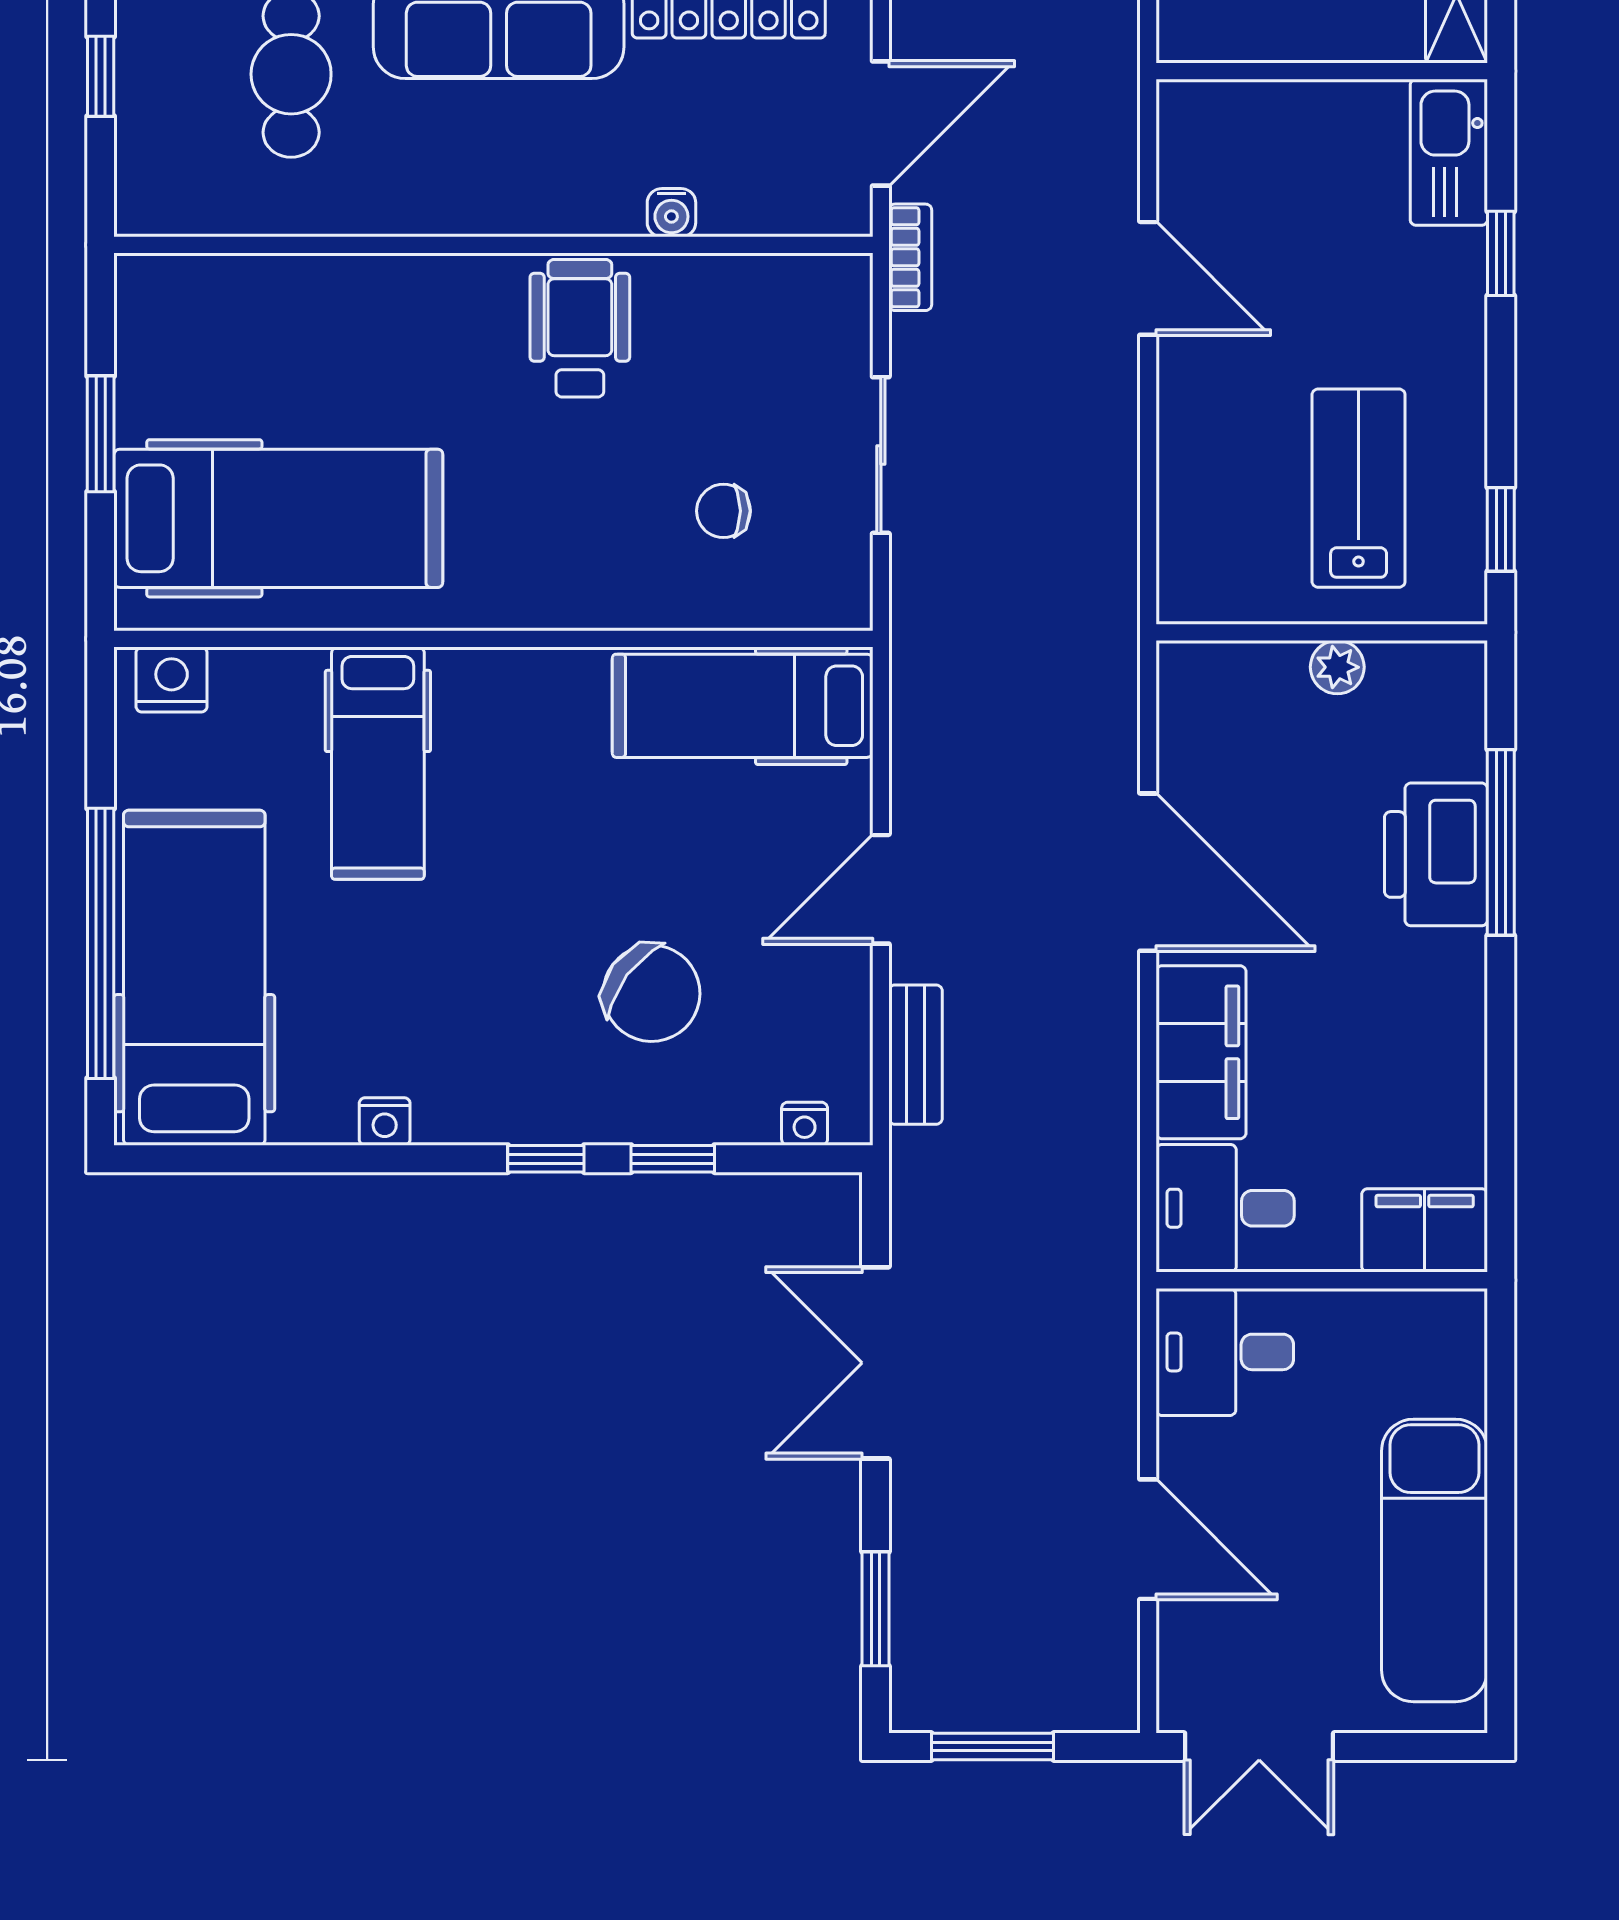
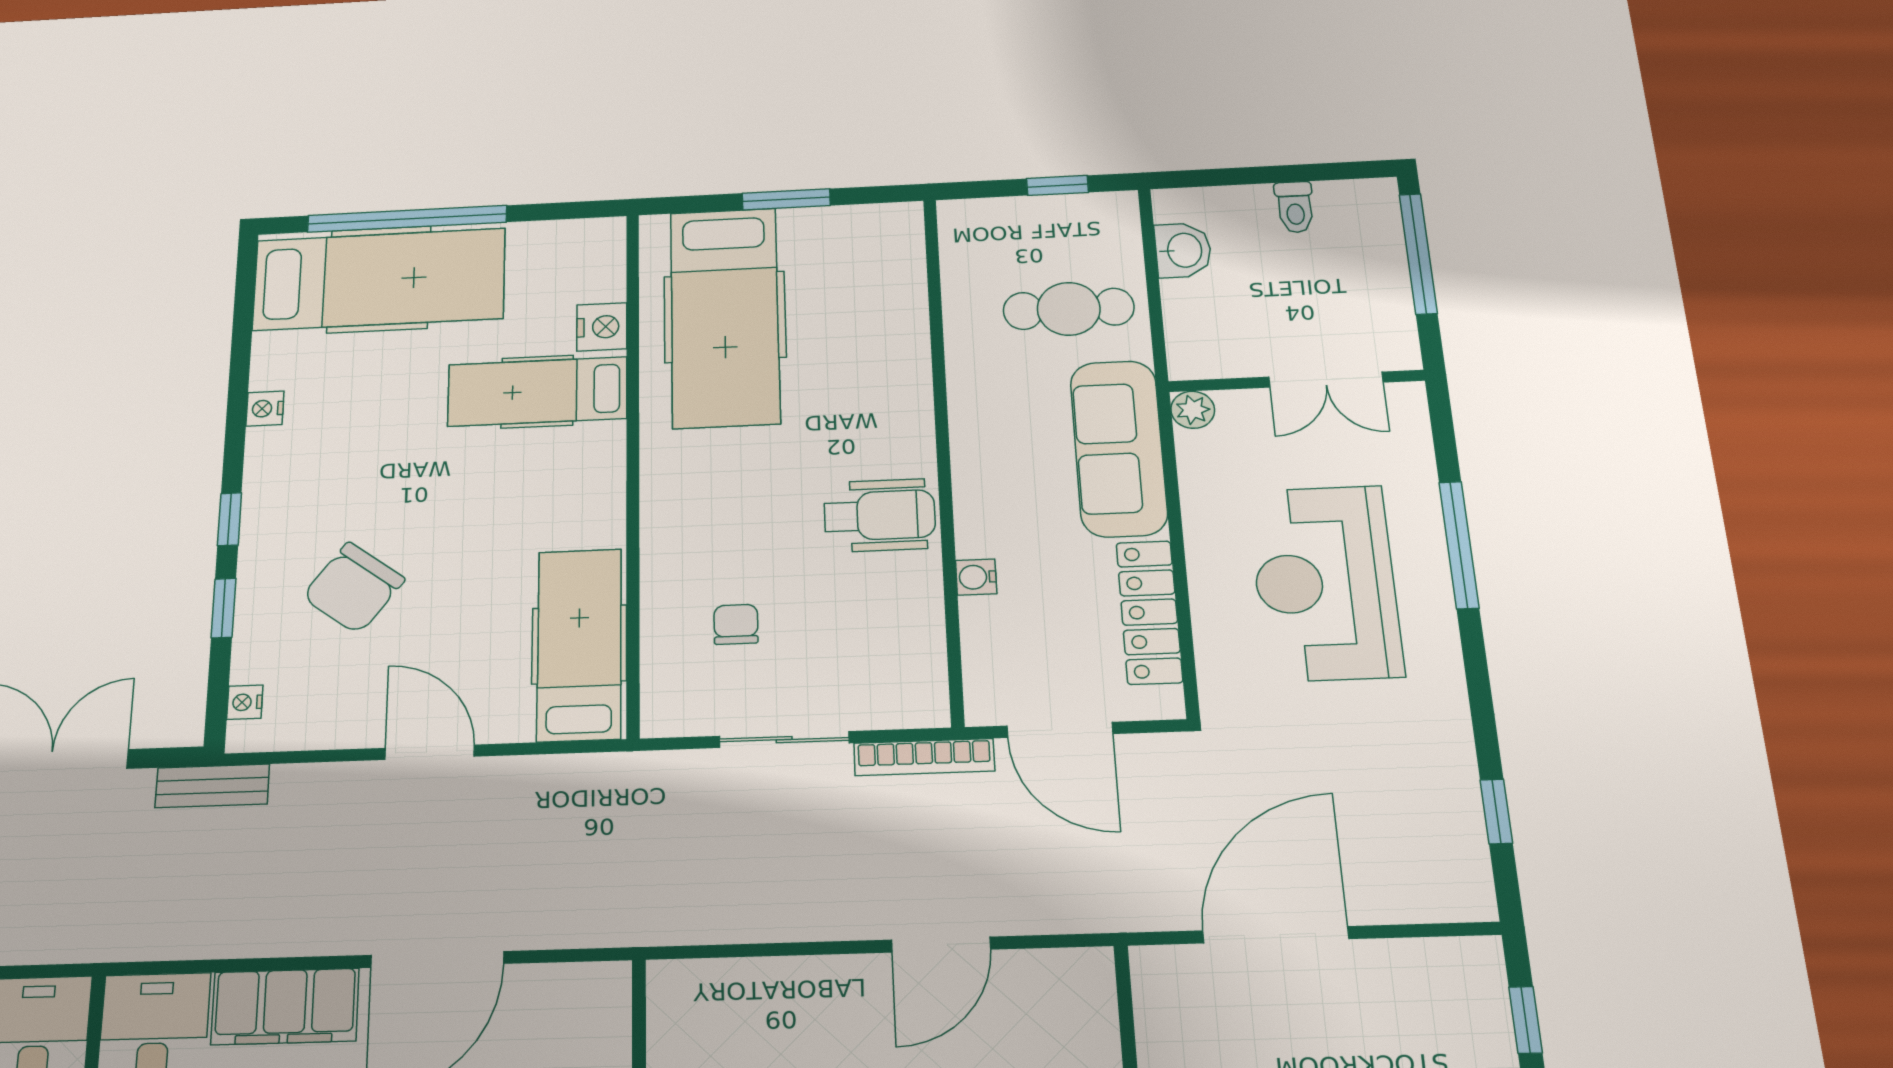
bookcase: (910, 257) -> (924, 757), width x1.56
nightstand: (172, 680) -> (602, 327), moved
bench: (915, 1055) -> (212, 786), moved

